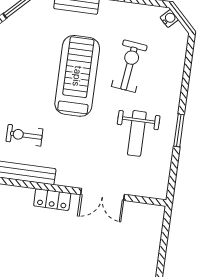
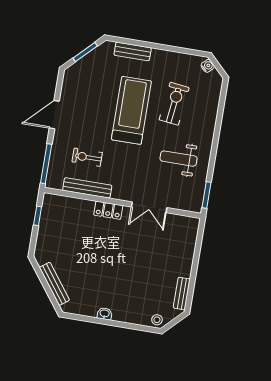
window: (179, 130) -> (206, 195), moved
weight bench: (137, 133) -> (179, 159), turned 90

